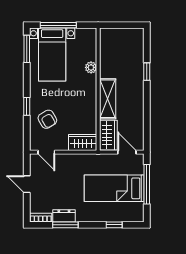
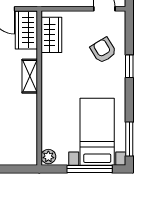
plant: (91, 67) -> (48, 157), moved
shelving: (108, 99) -> (30, 76), width x0.67, depth x0.75
wardrobe: (83, 143) -> (51, 35), moved, turned -90

